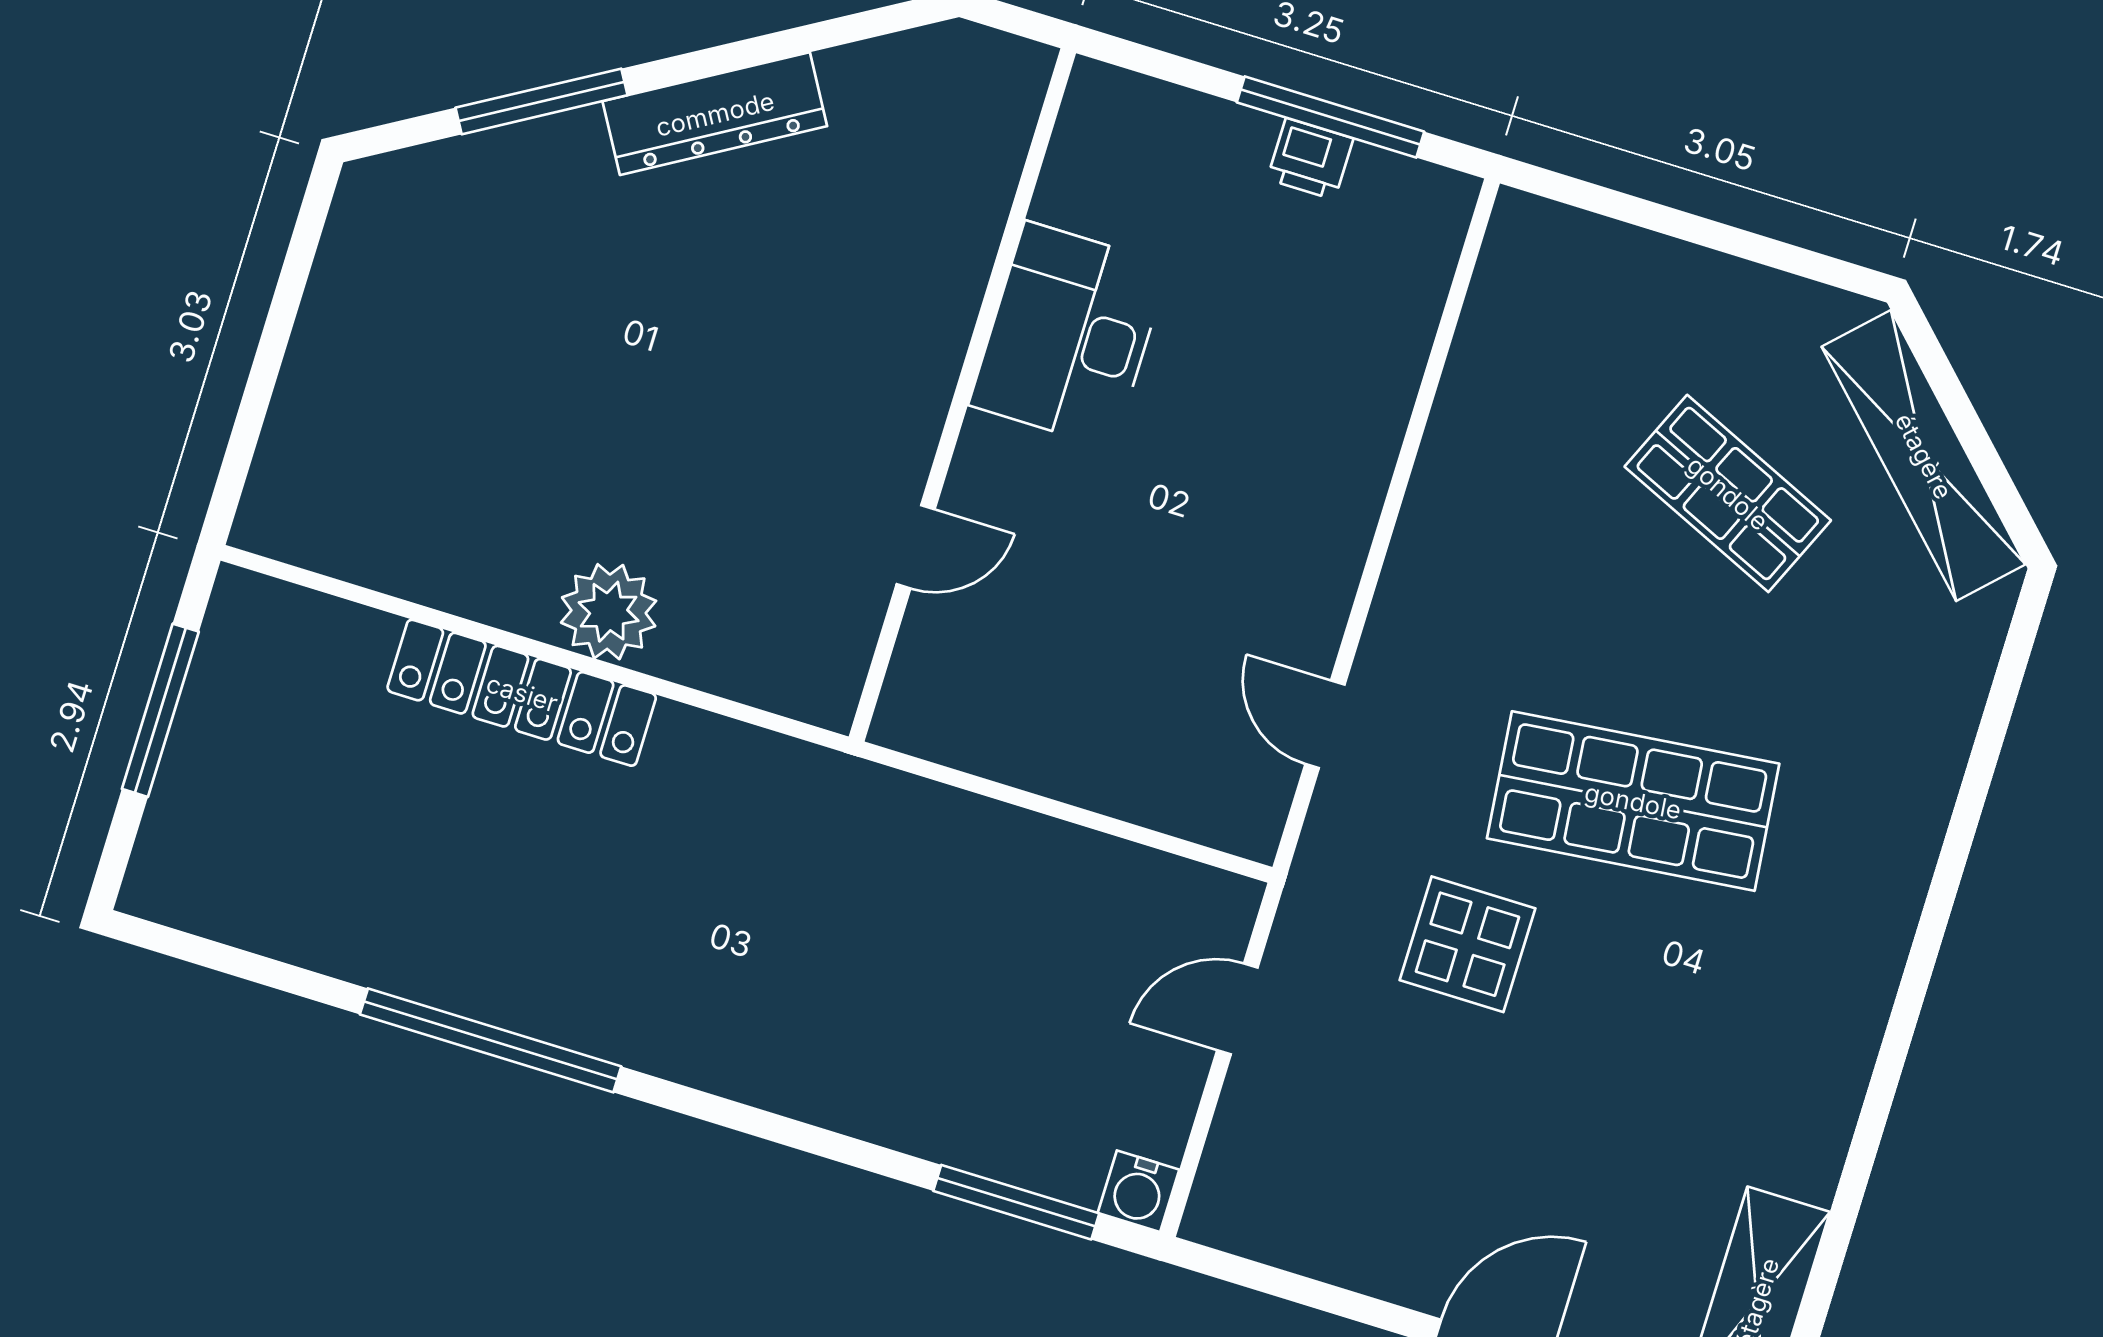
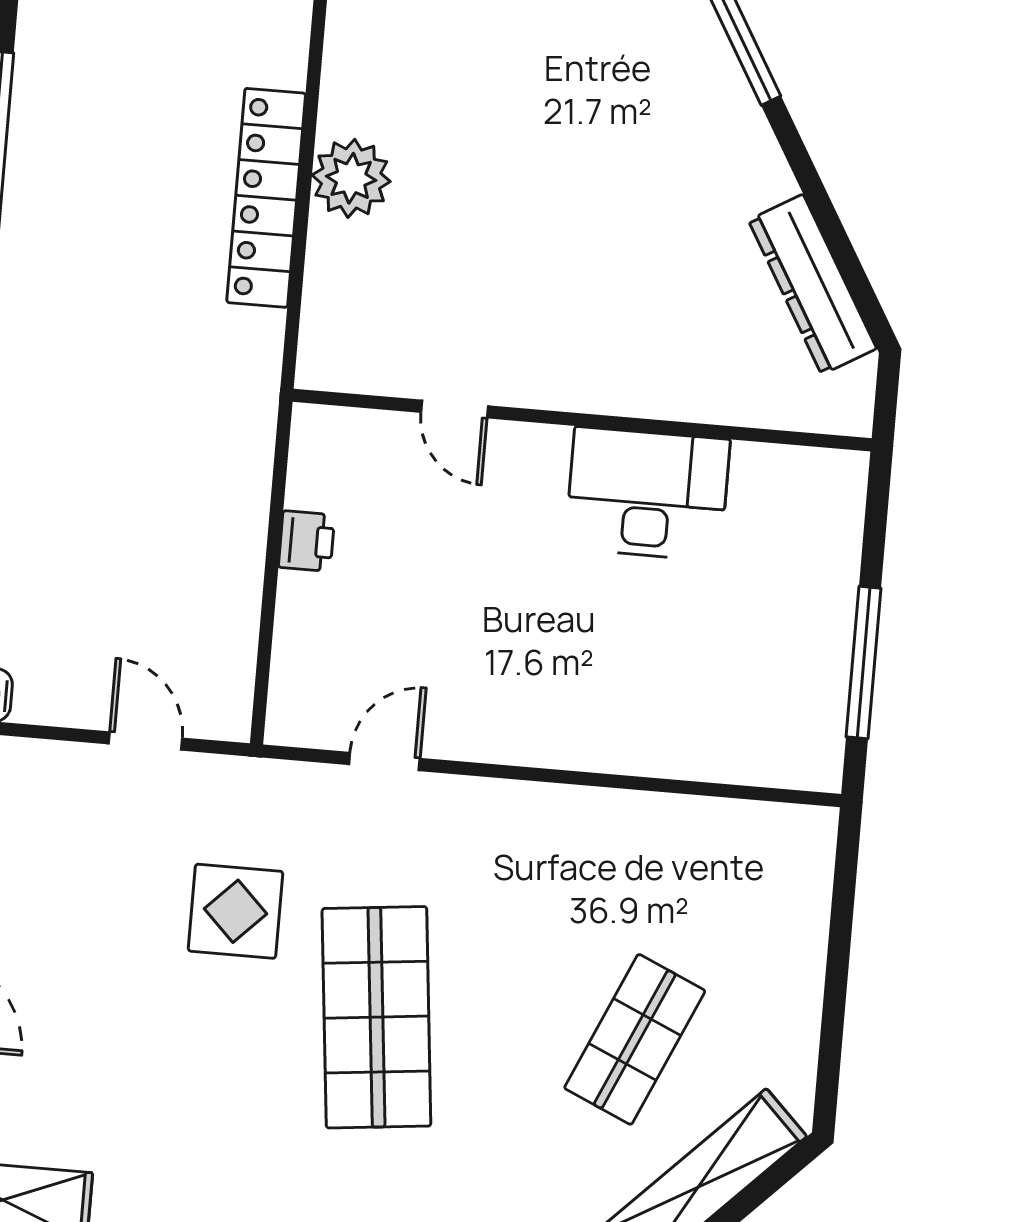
dresser: (715, 114) -> (812, 284), moved
printer: (1310, 159) -> (307, 541), moved, turned 180
locker: (522, 693) -> (266, 198), moved

